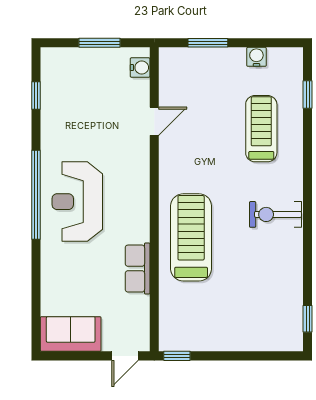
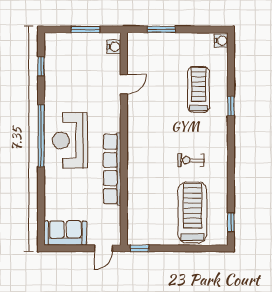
water cooler: (256, 57) -> (221, 41), moved, turned 90
window: (308, 95) -> (231, 106), moved
exercise bike: (275, 214) -> (191, 160), moved, width x0.73, depth x0.72
treadmill: (191, 237) -> (192, 213), moved
row of seats: (138, 269) -> (112, 169), width x2.02

